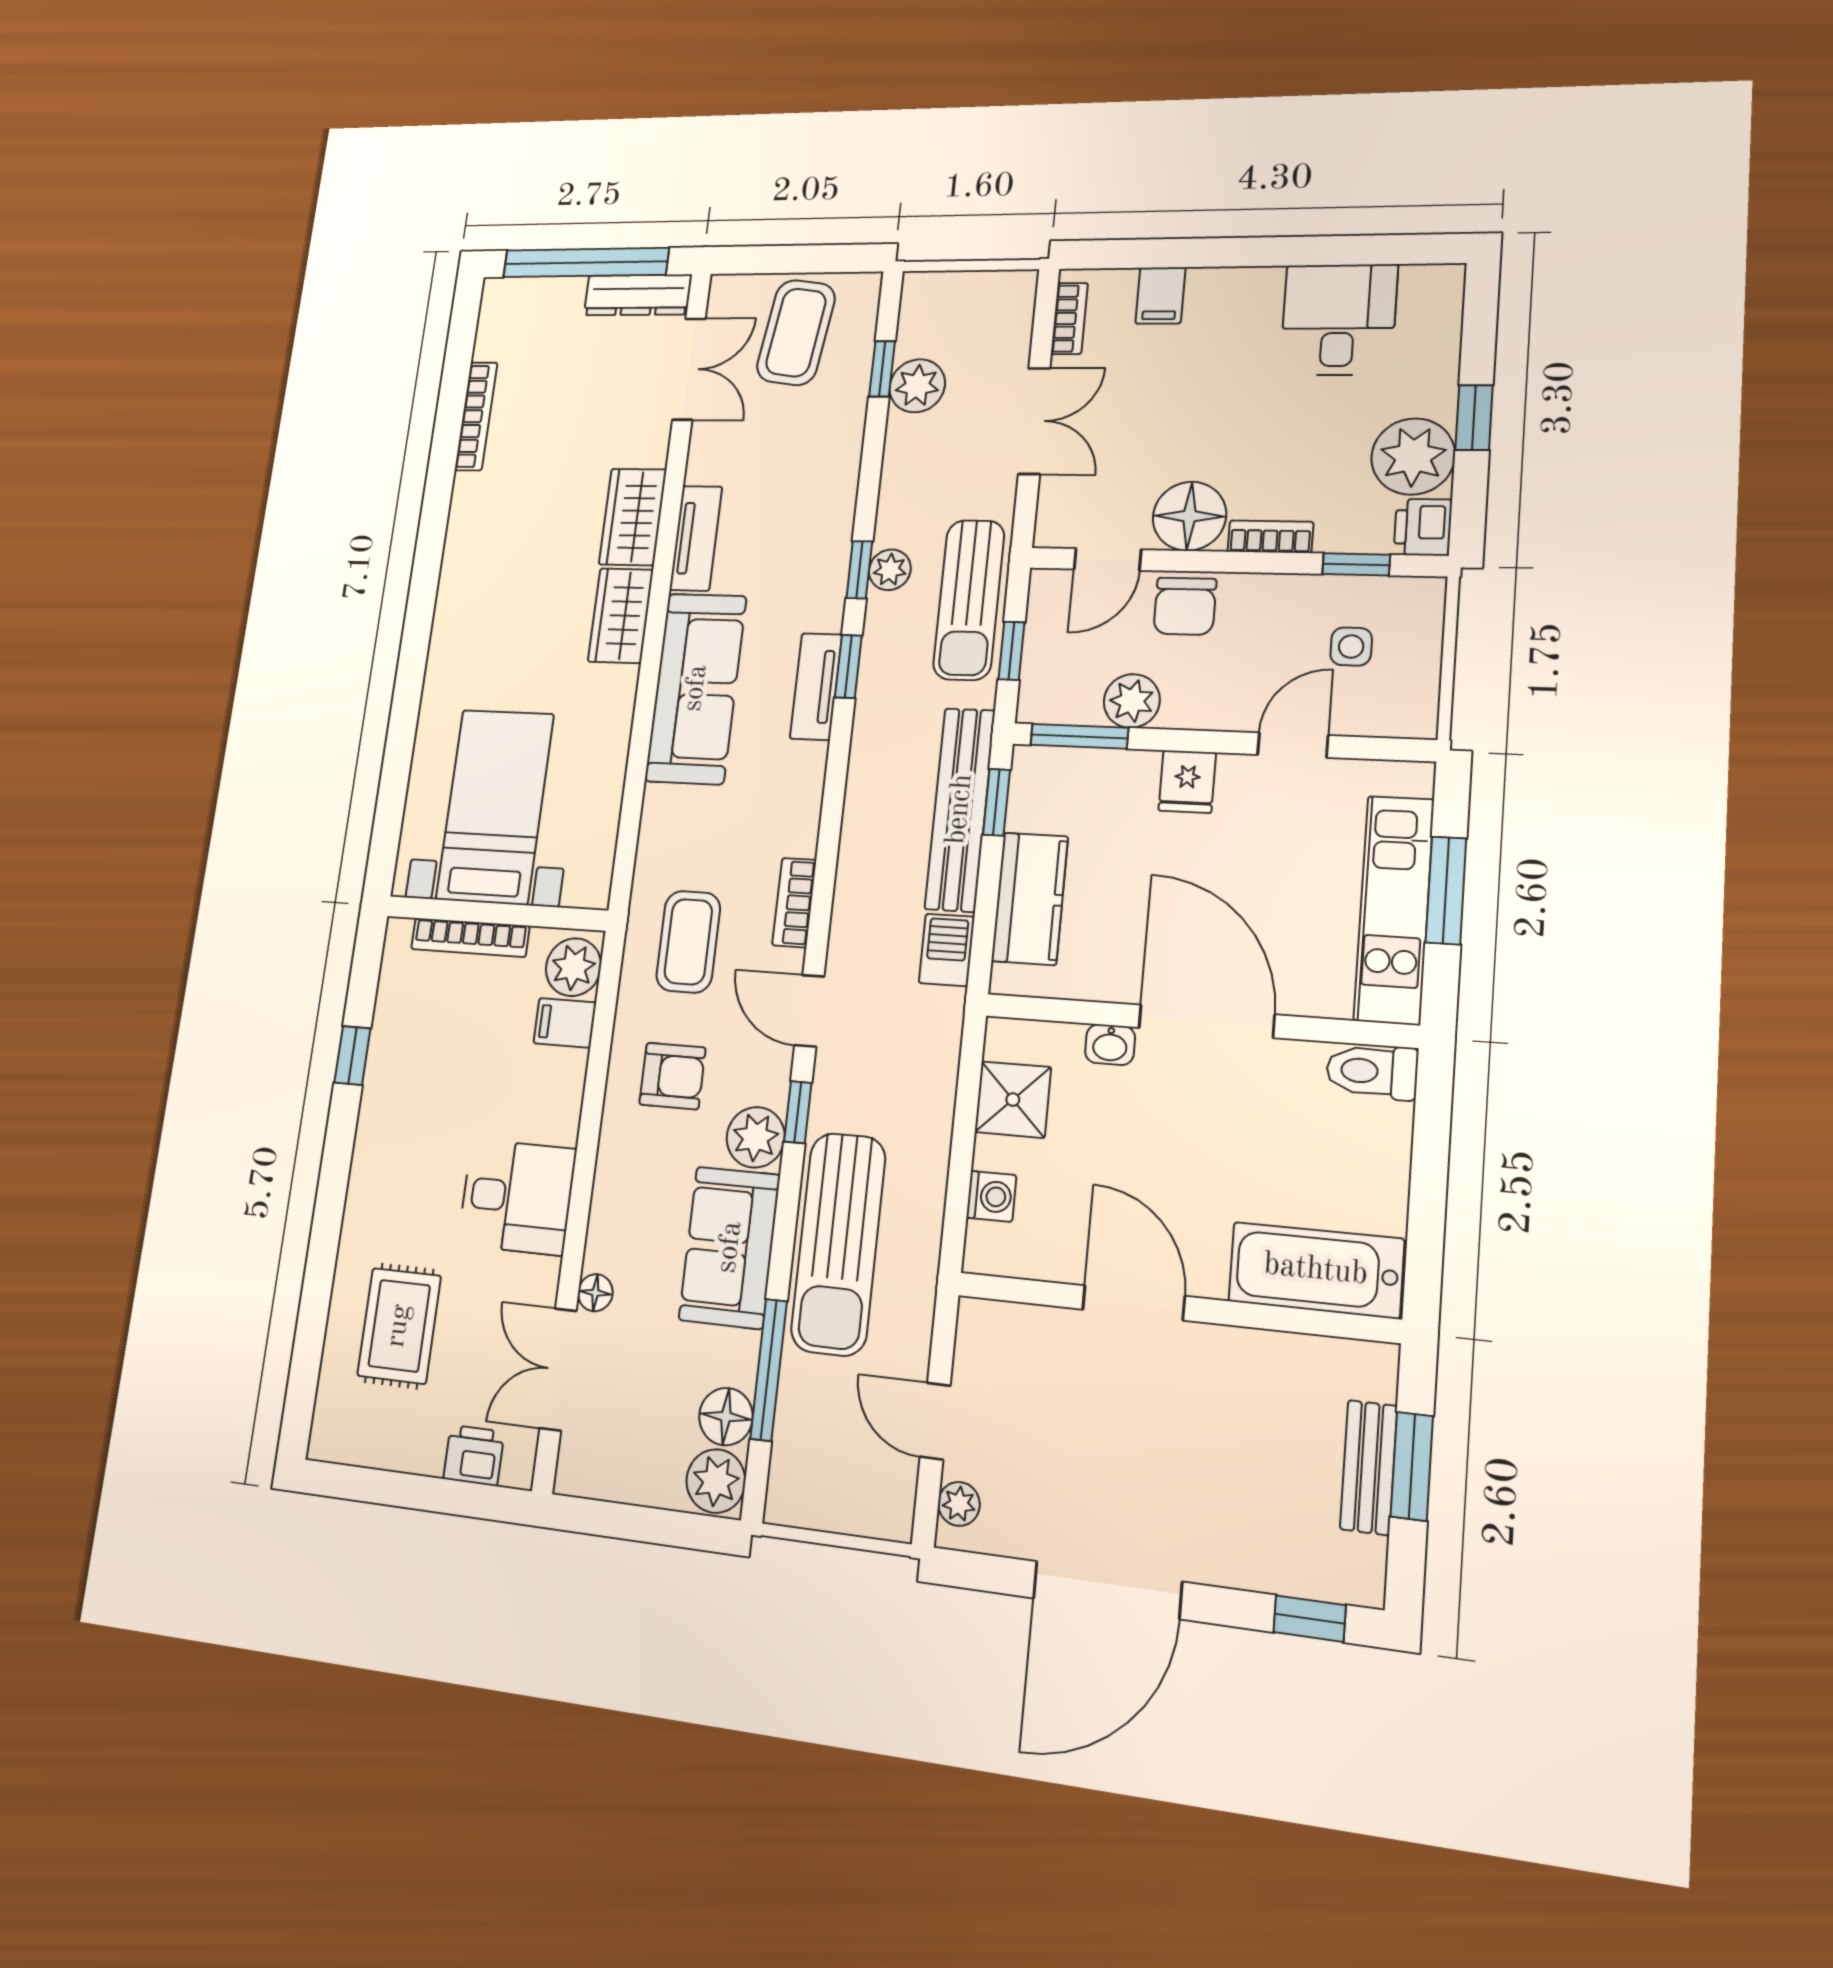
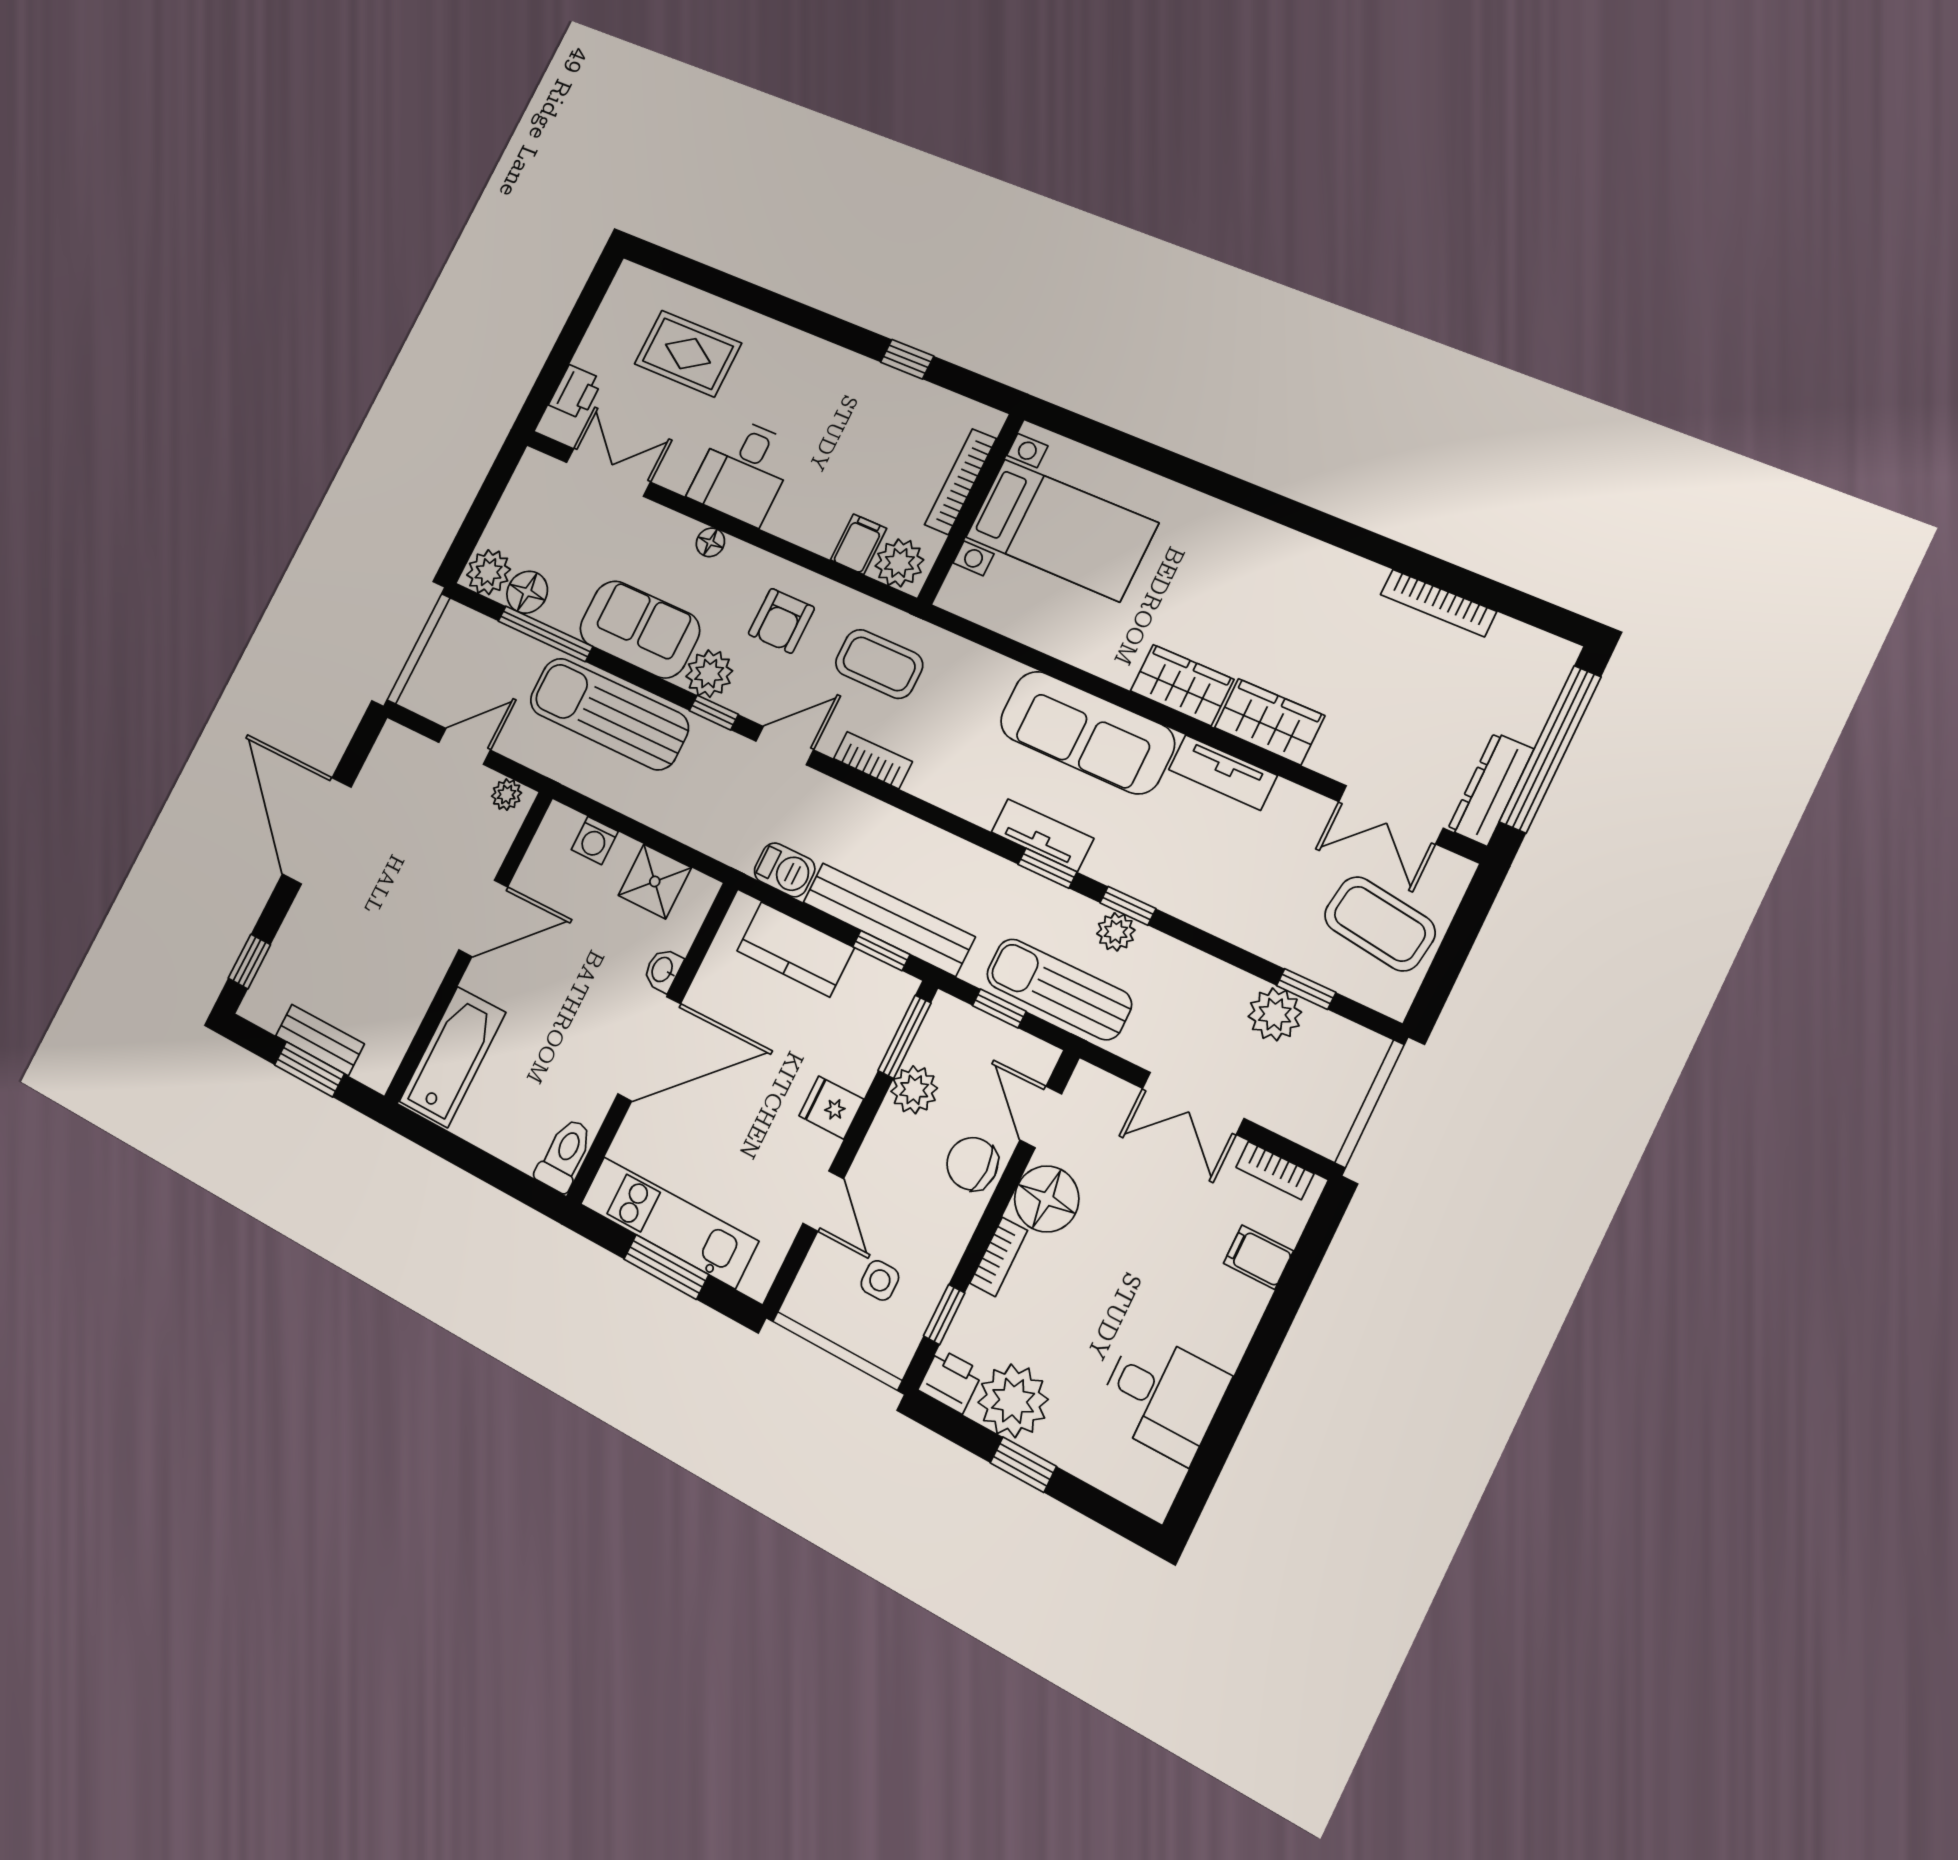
floor lamp: (595, 1293) -> (710, 542), moved
plant: (959, 1504) -> (507, 795), moved

